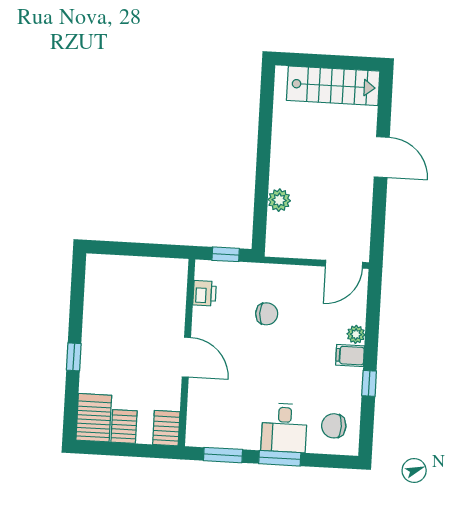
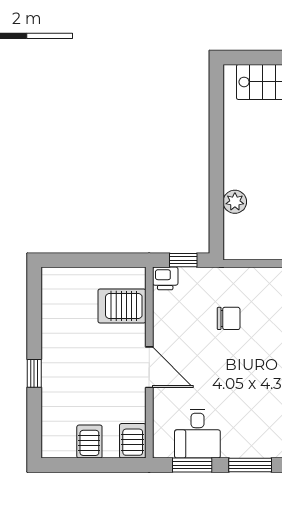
printer: (205, 293) -> (165, 278), moved, turned 90
server rack: (94, 418) -> (122, 306), moved, turned -90
desk: (284, 428) -> (197, 434), moved

